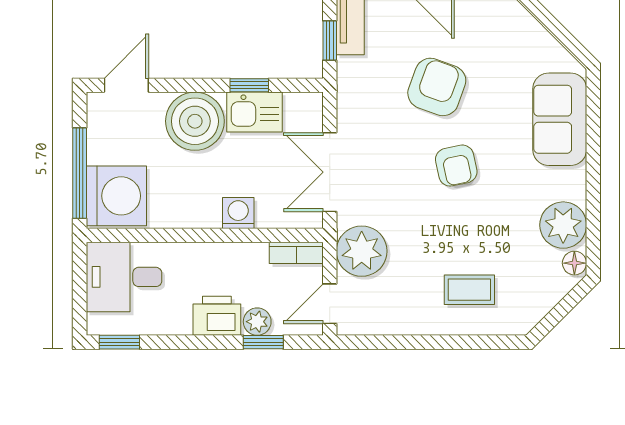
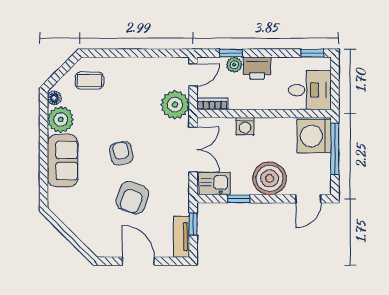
kitchen sink: (254, 112) -> (214, 184), moved
sofa: (560, 119) -> (63, 161), moved
coffee table: (469, 290) -> (89, 81), moved

